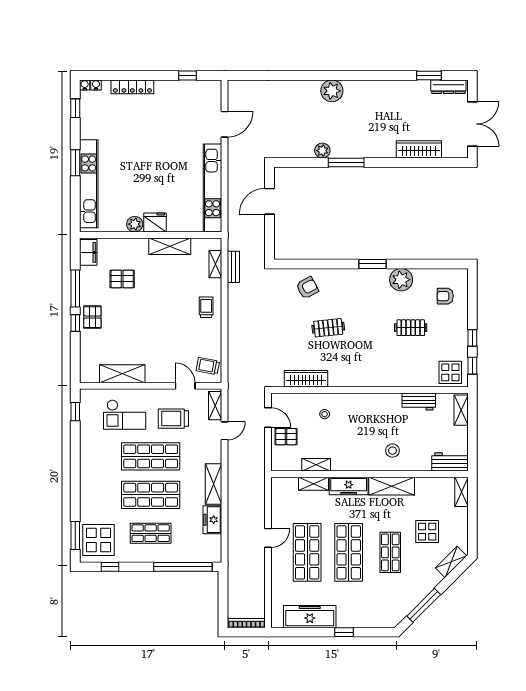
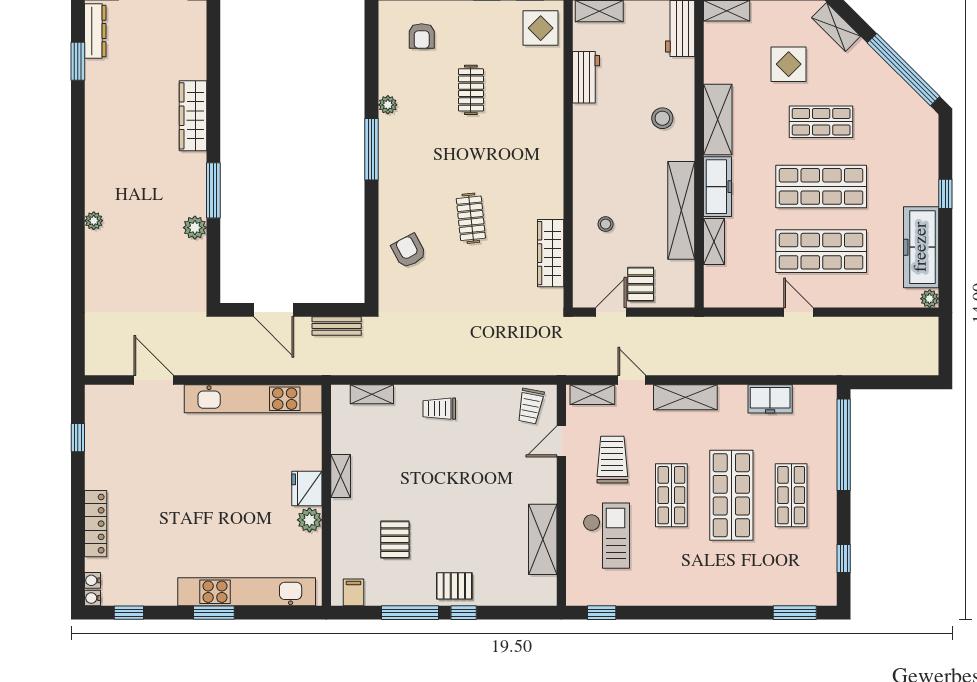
plant: (332, 91) -> (94, 221), width x0.53, depth x0.53
wardrobe: (419, 149) -> (193, 116), moved
shelving: (170, 246) -> (341, 476), width x0.67, depth x0.75
filing cabinet: (88, 252) -> (354, 592), width x0.50
window: (373, 264) -> (372, 149), width x1.44
bench: (233, 267) -> (337, 326), moved
plant: (401, 280) -> (388, 105), width x0.53, depth x0.53
trolley: (173, 419) -> (612, 460), turned 180
shop shelf: (151, 456) -> (671, 495), width x0.70, depth x0.74
shelving: (316, 465) -> (681, 210), width x2.20, depth x1.33
shelving: (213, 484) -> (685, 397), moved
display table: (99, 540) -> (802, 576), removed
window: (424, 605) -> (904, 70), width x1.46
plant: (277, 622) -> (930, 299), added
bookcase: (247, 623) -> (931, 346), removed

